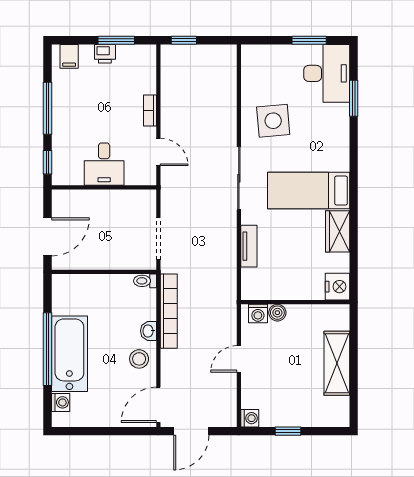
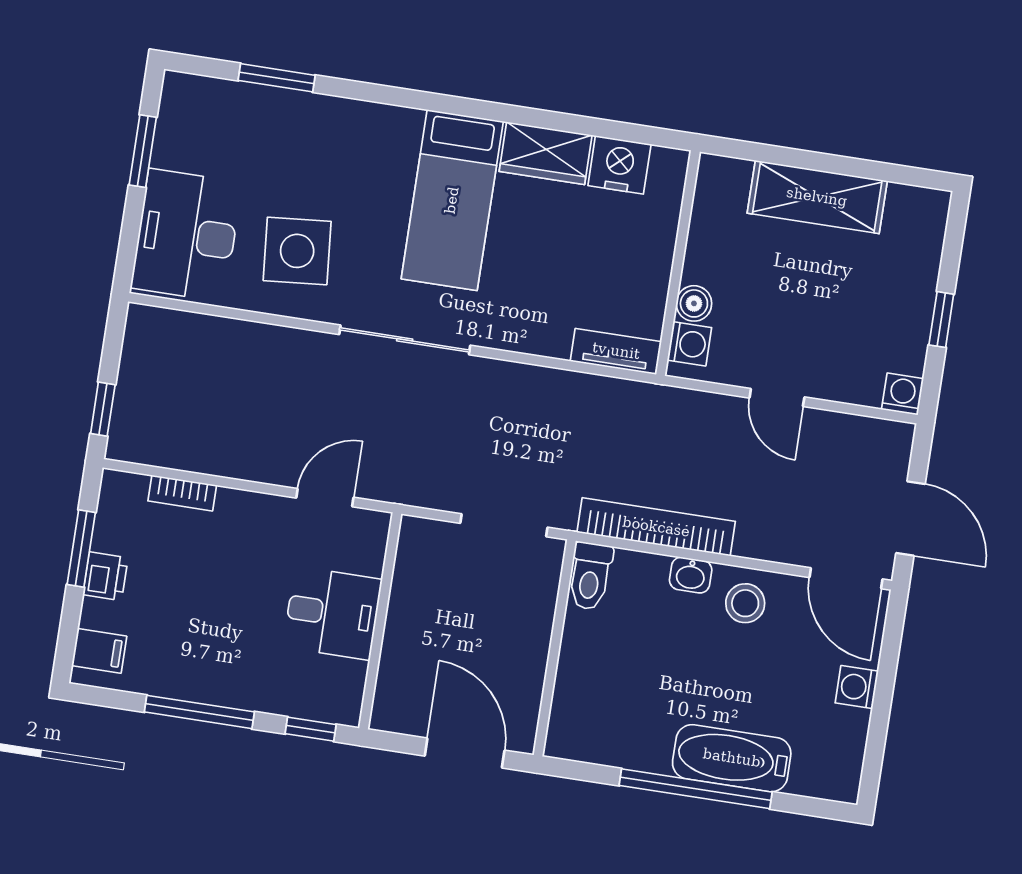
desk: (327, 73) -> (186, 235), moved, turned -90
bookcase: (150, 110) -> (182, 493), moved
tv unit: (249, 246) -> (616, 351), moved
toilet: (145, 281) -> (590, 576), width x1.37, depth x1.39
nightstand: (338, 287) -> (619, 165), moved
bathtub: (69, 354) -> (732, 758), width x0.73, depth x0.73
washing machine: (61, 402) -> (857, 687), moved, turned -90

